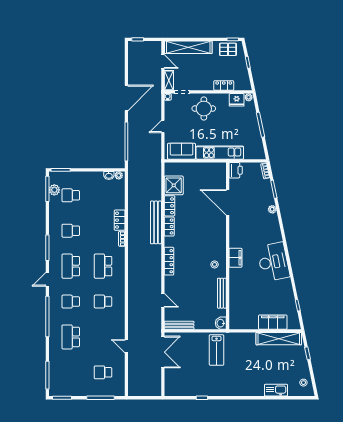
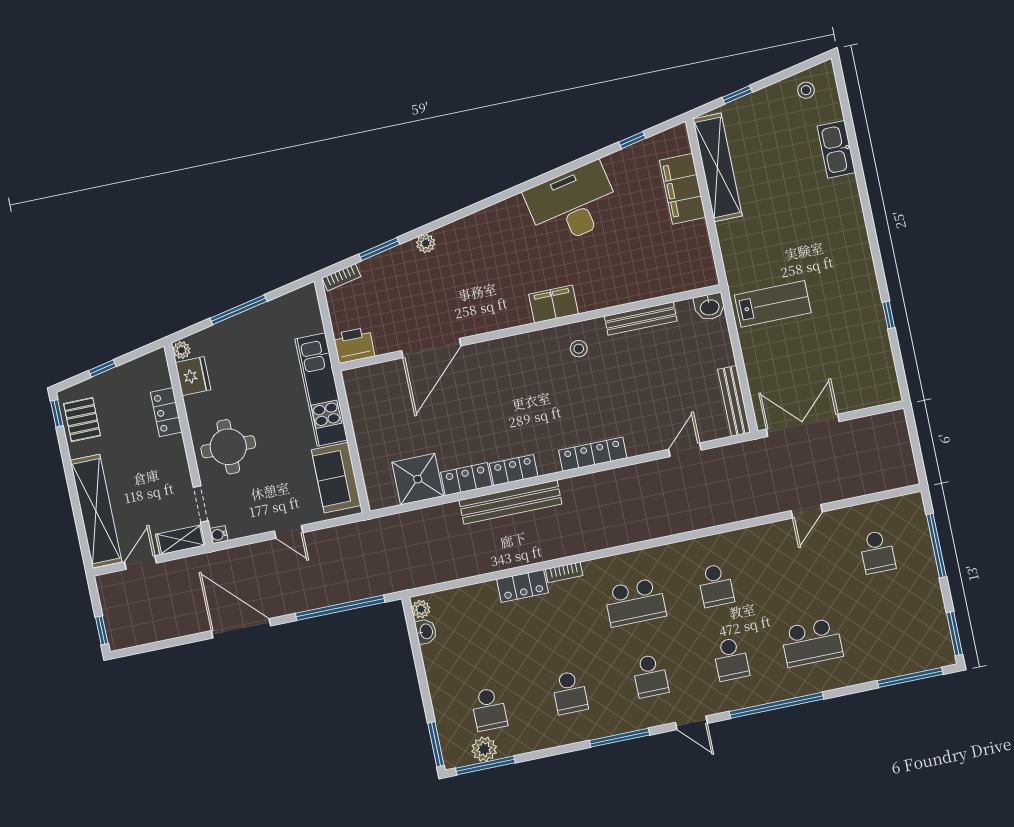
desk: (273, 262) -> (573, 204), moved
school desk: (71, 266) -> (650, 676), width x0.54

